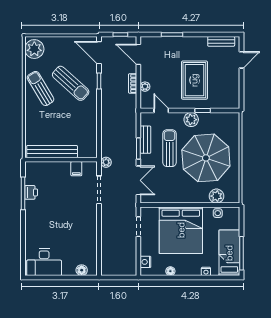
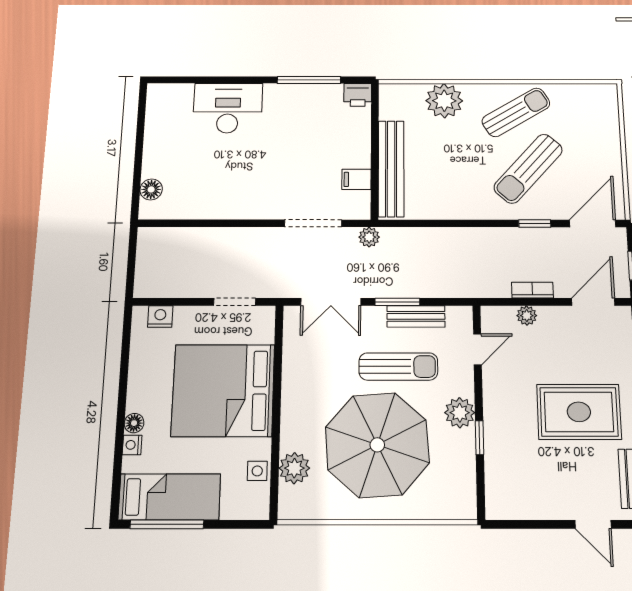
plant: (34, 49) -> (444, 101), moved
rug: (194, 80) -> (579, 412), moved
bench: (52, 152) -> (391, 168), moved
printer: (31, 192) -> (358, 95), moved
desk: (44, 262) -> (228, 108), moved, turned 90
floor lamp: (170, 271) -> (134, 423), moved

